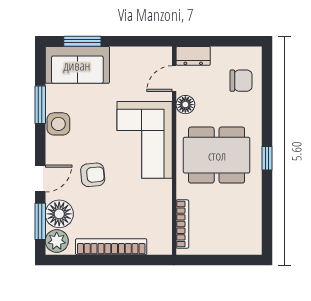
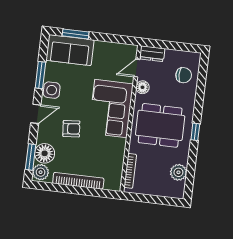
door: (40, 179) -> (36, 114), moved
plant: (250, 218) -> (178, 172), added

